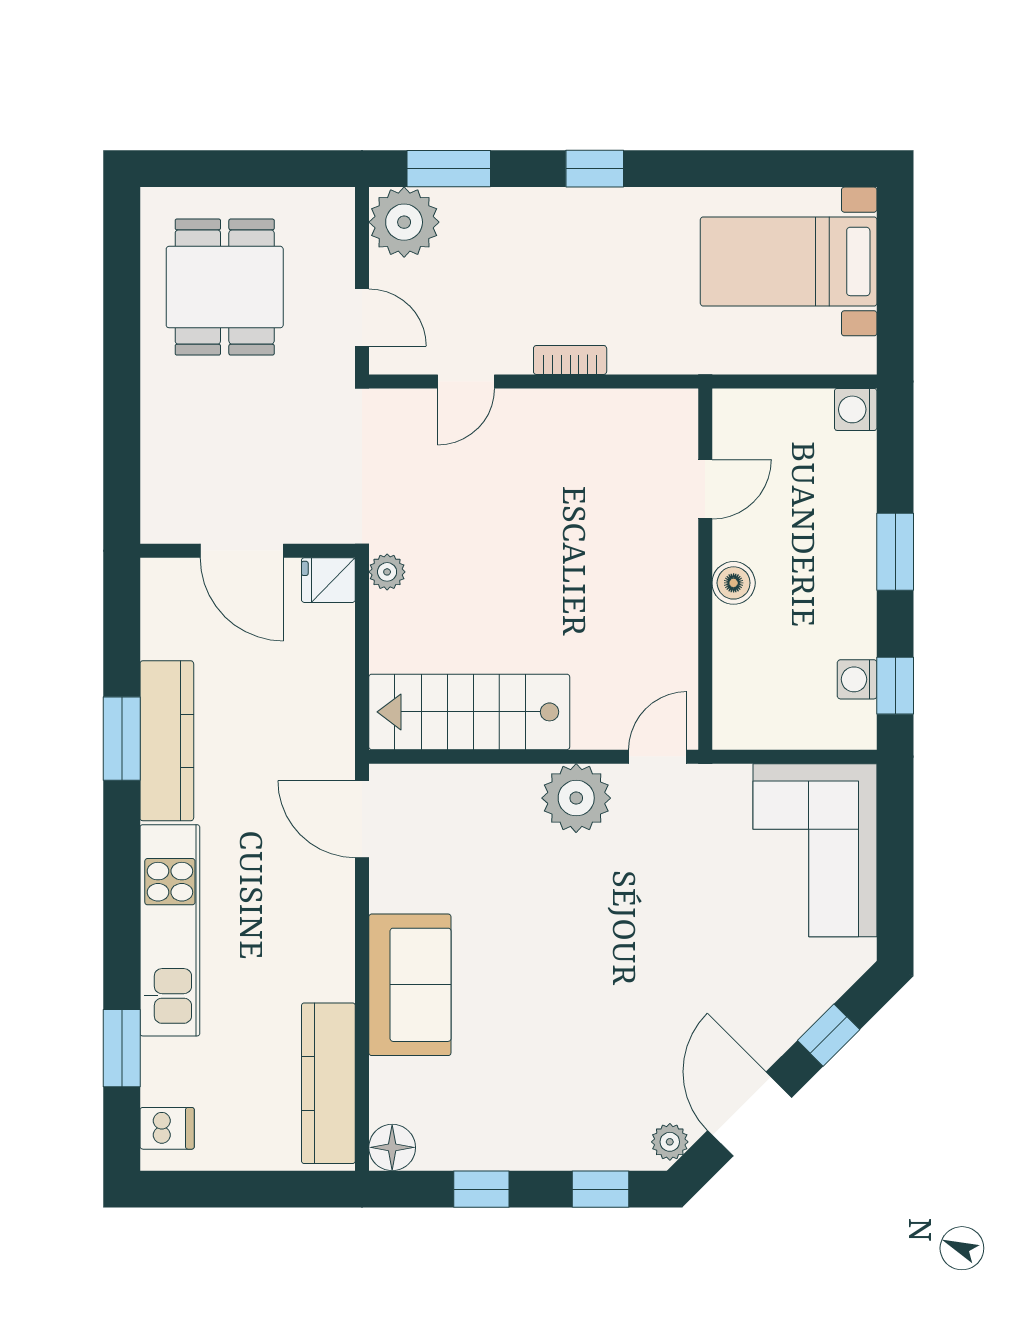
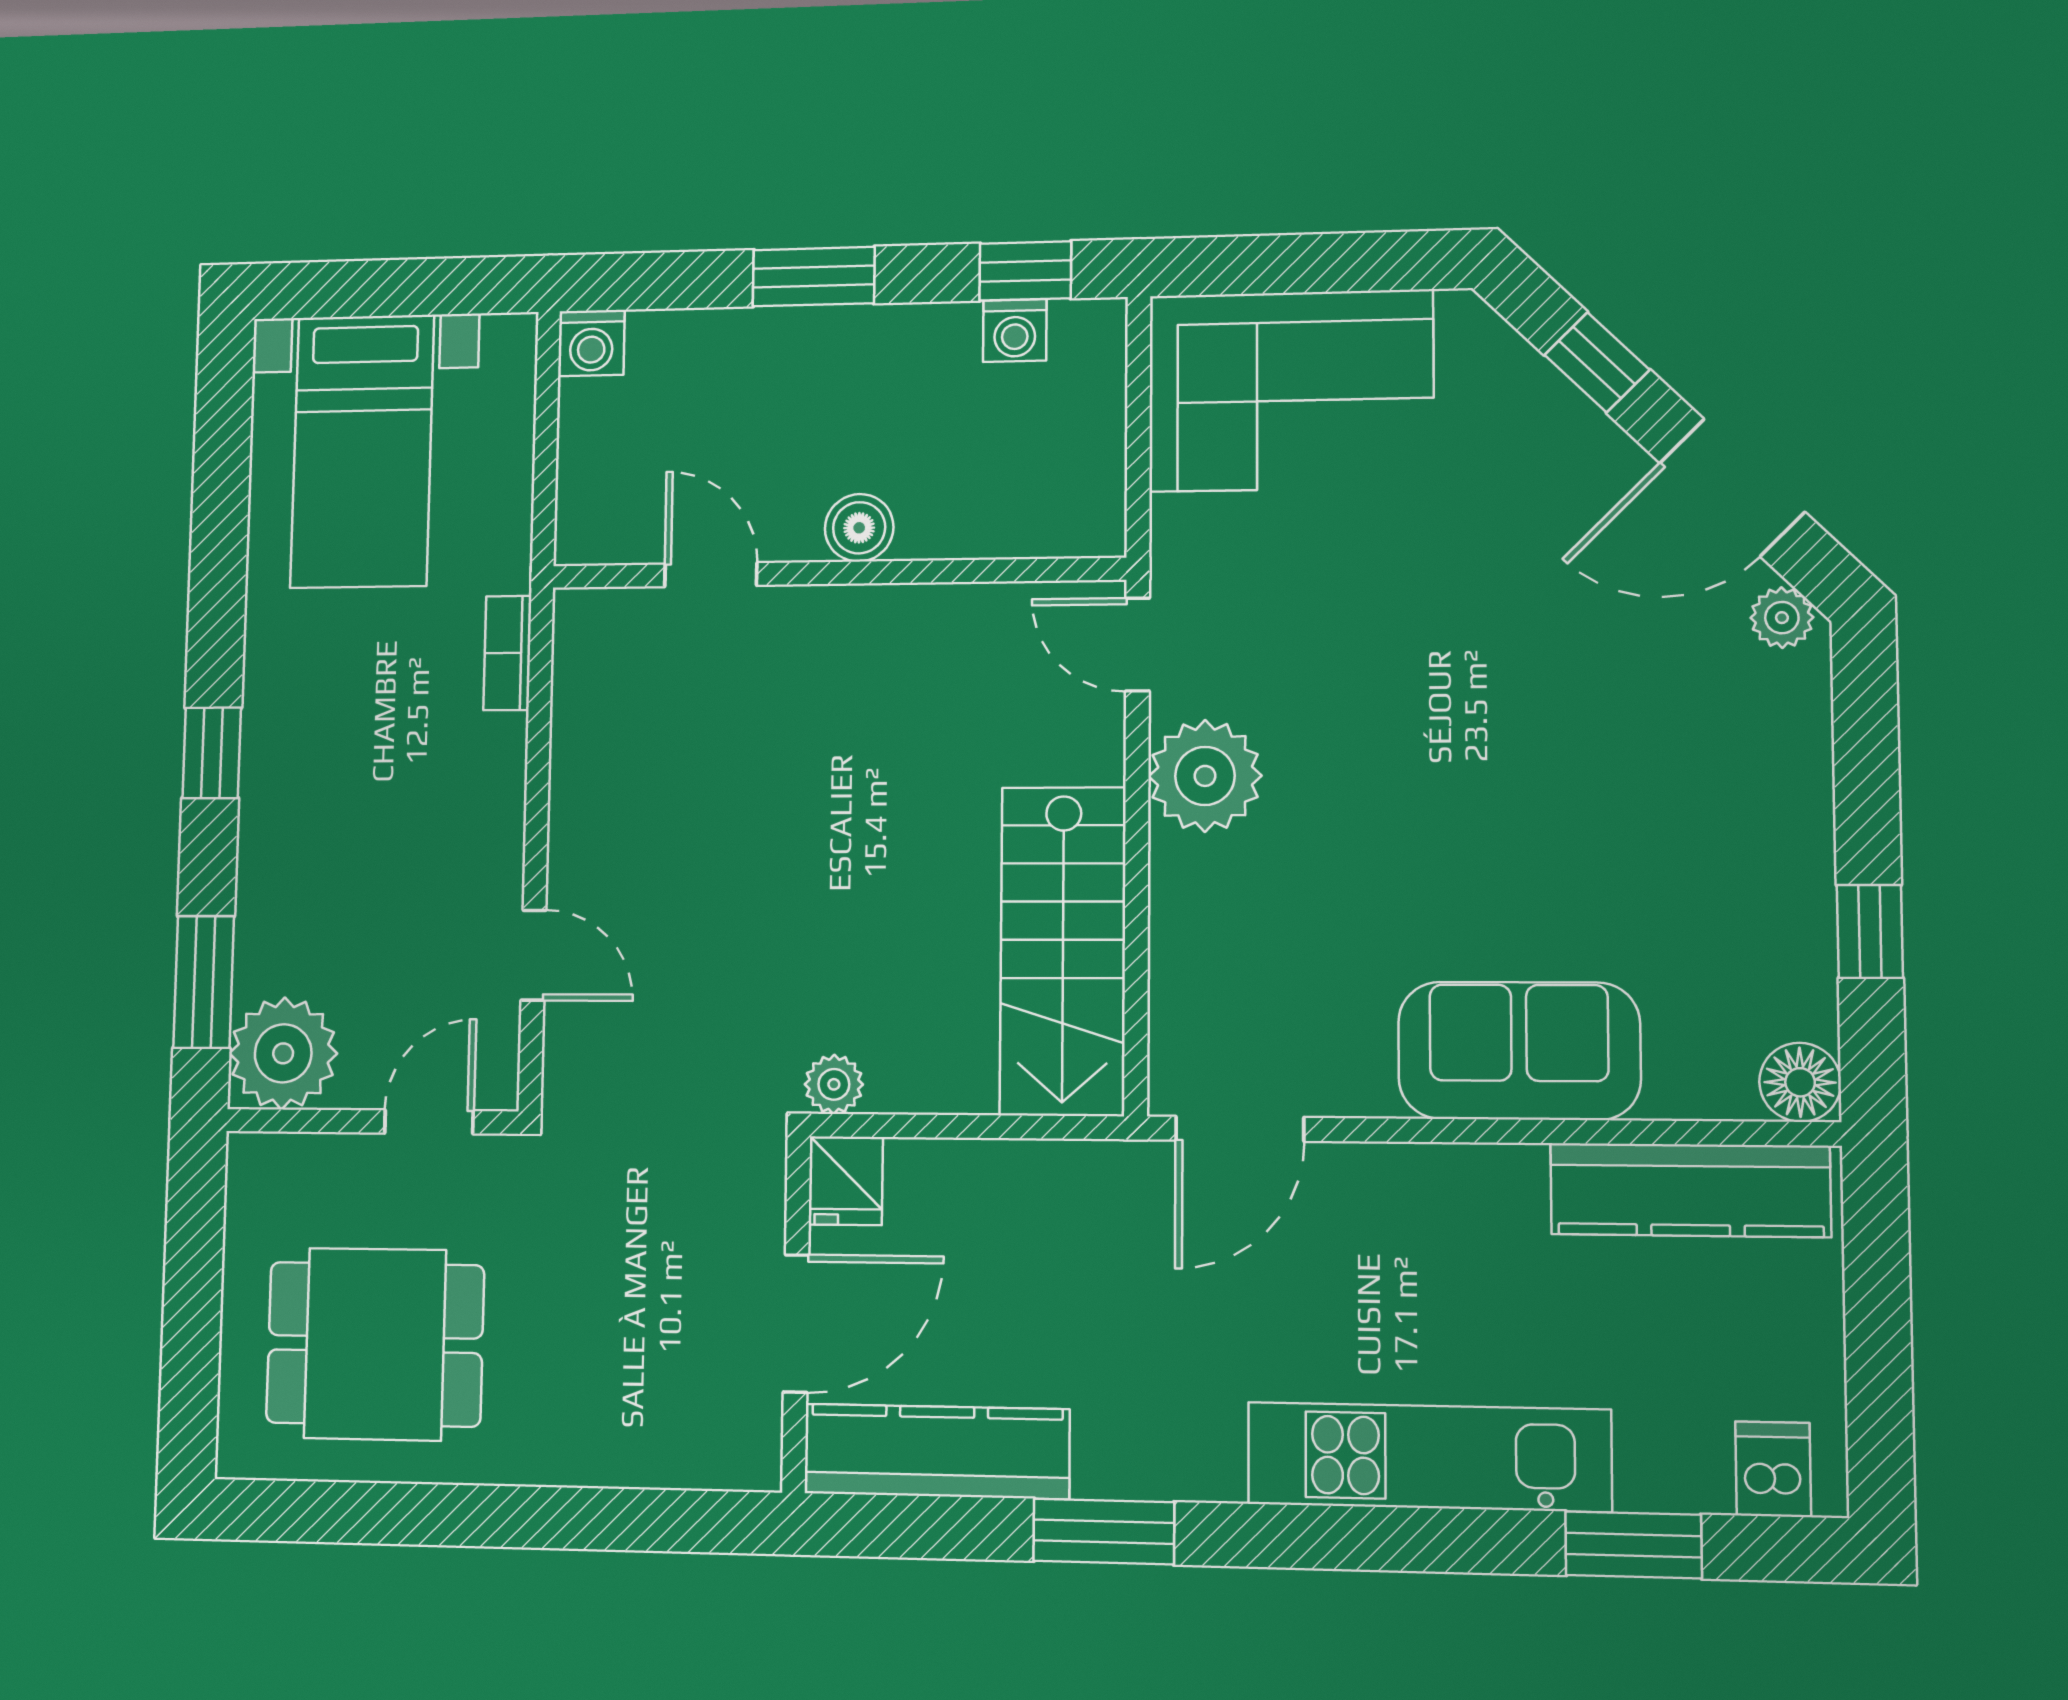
bookcase: (570, 360) -> (508, 653), moved
kitchen counter: (167, 741) -> (937, 1451), moved
window: (601, 1189) -> (1866, 731), removed

